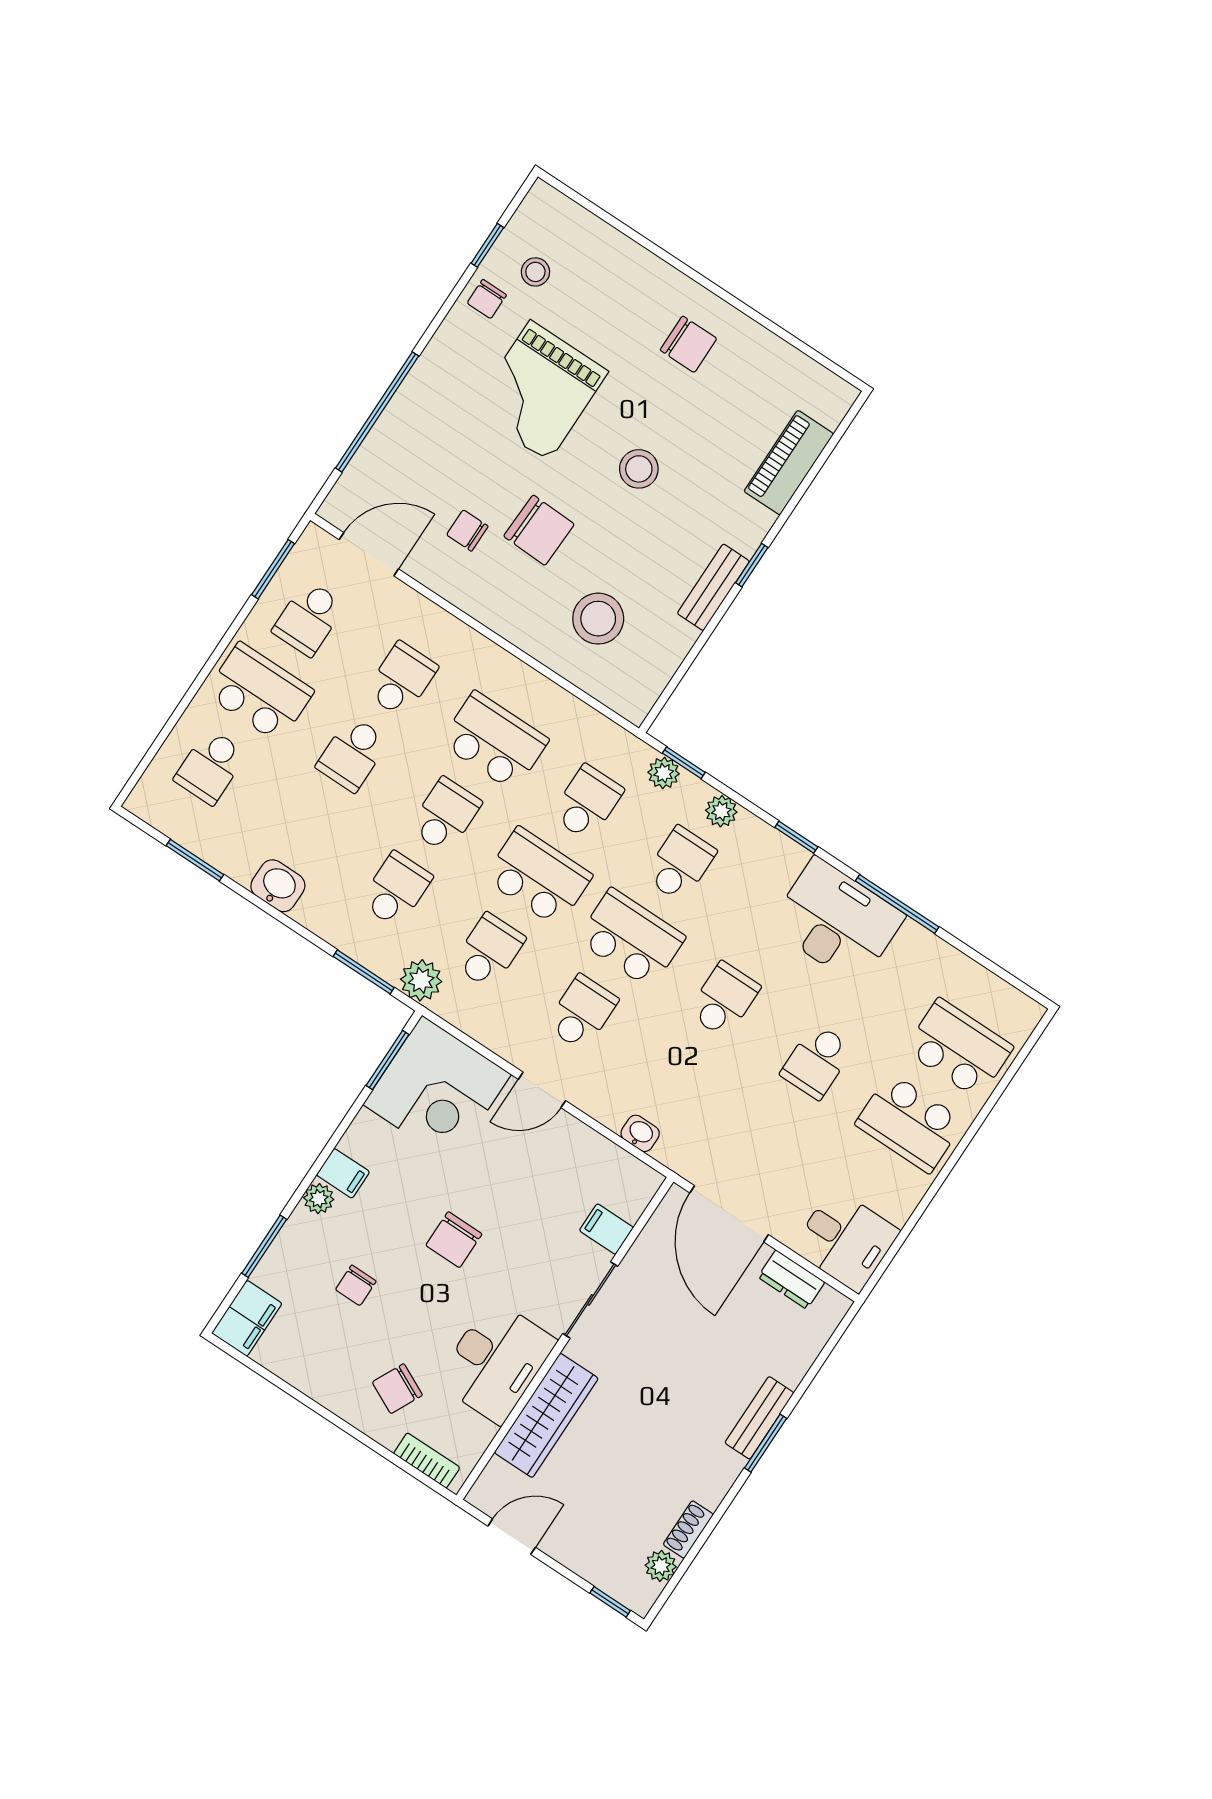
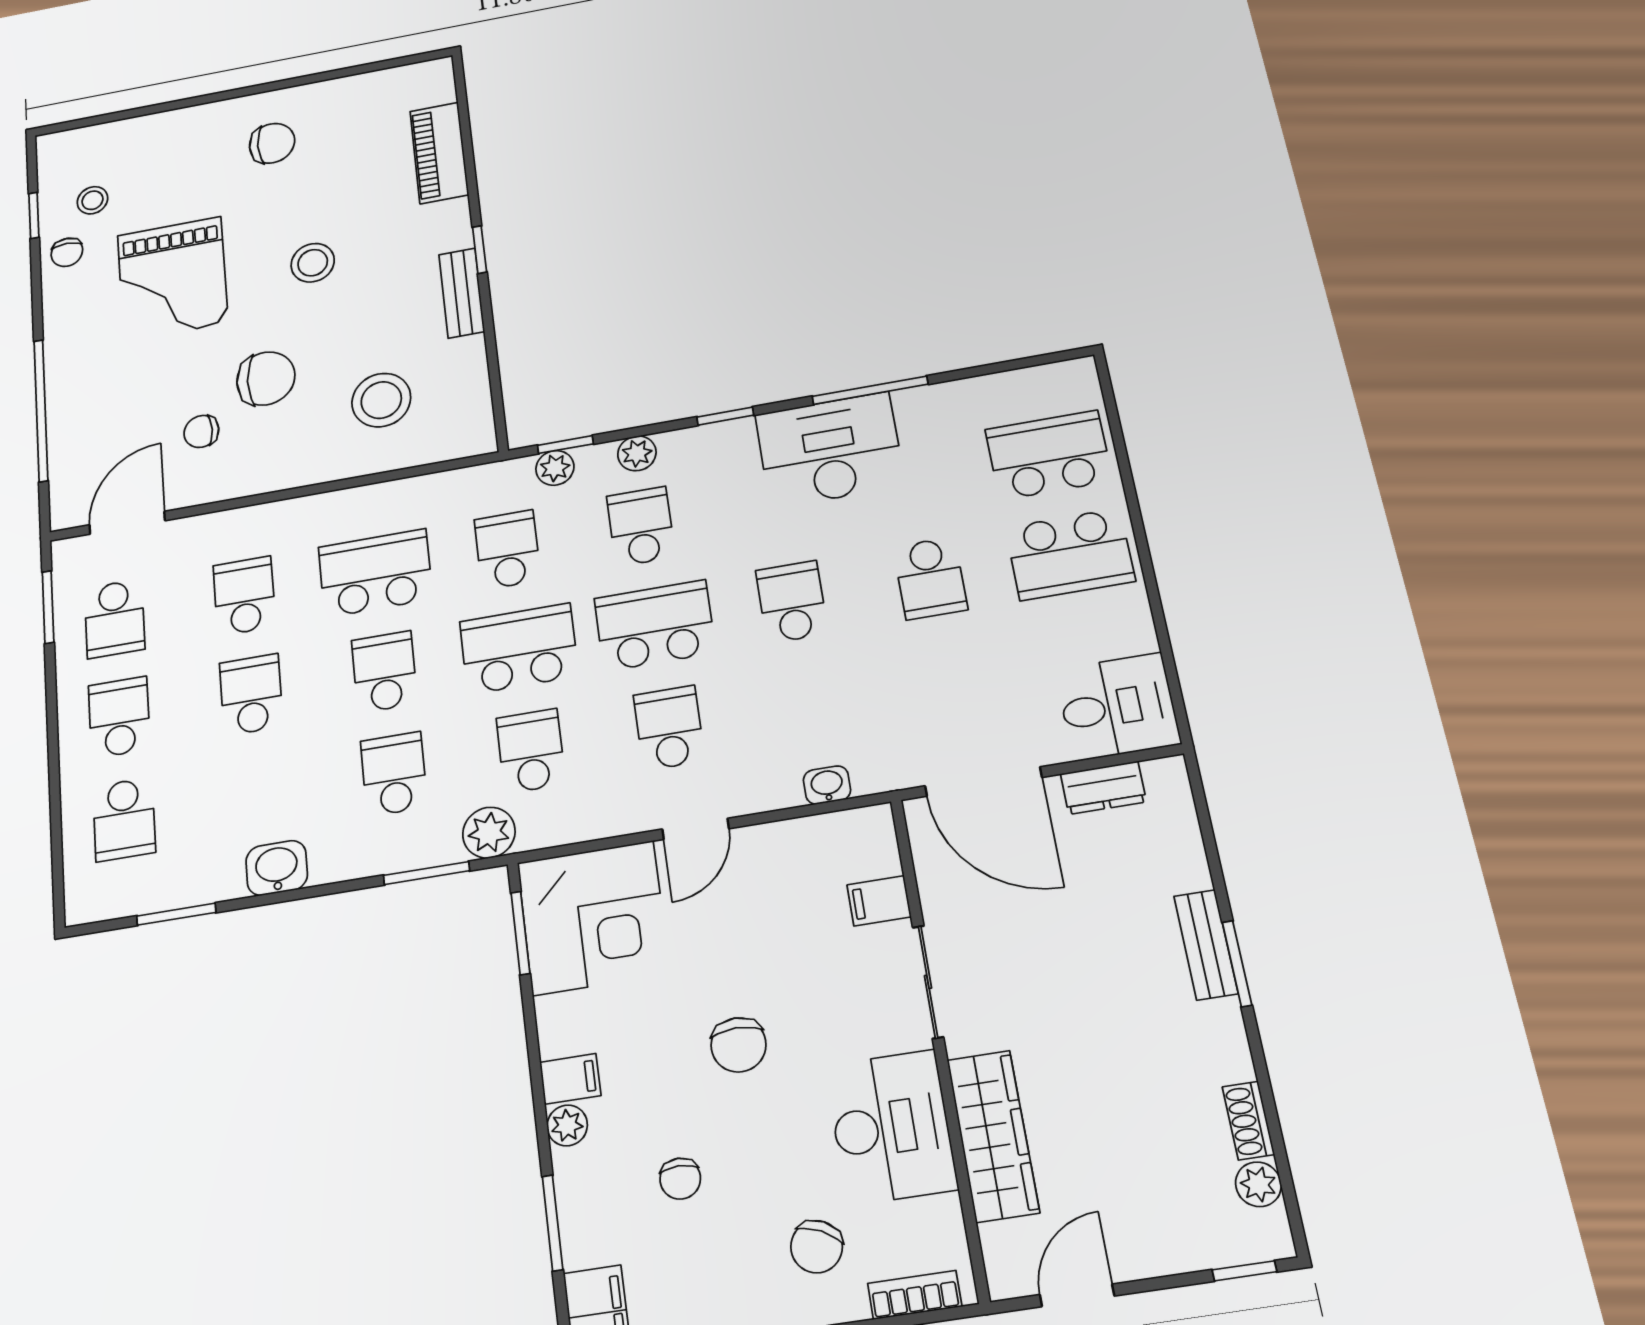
school desk: (259, 692) -> (119, 717), width x0.54
school desk: (352, 754) -> (251, 695), turned 180

